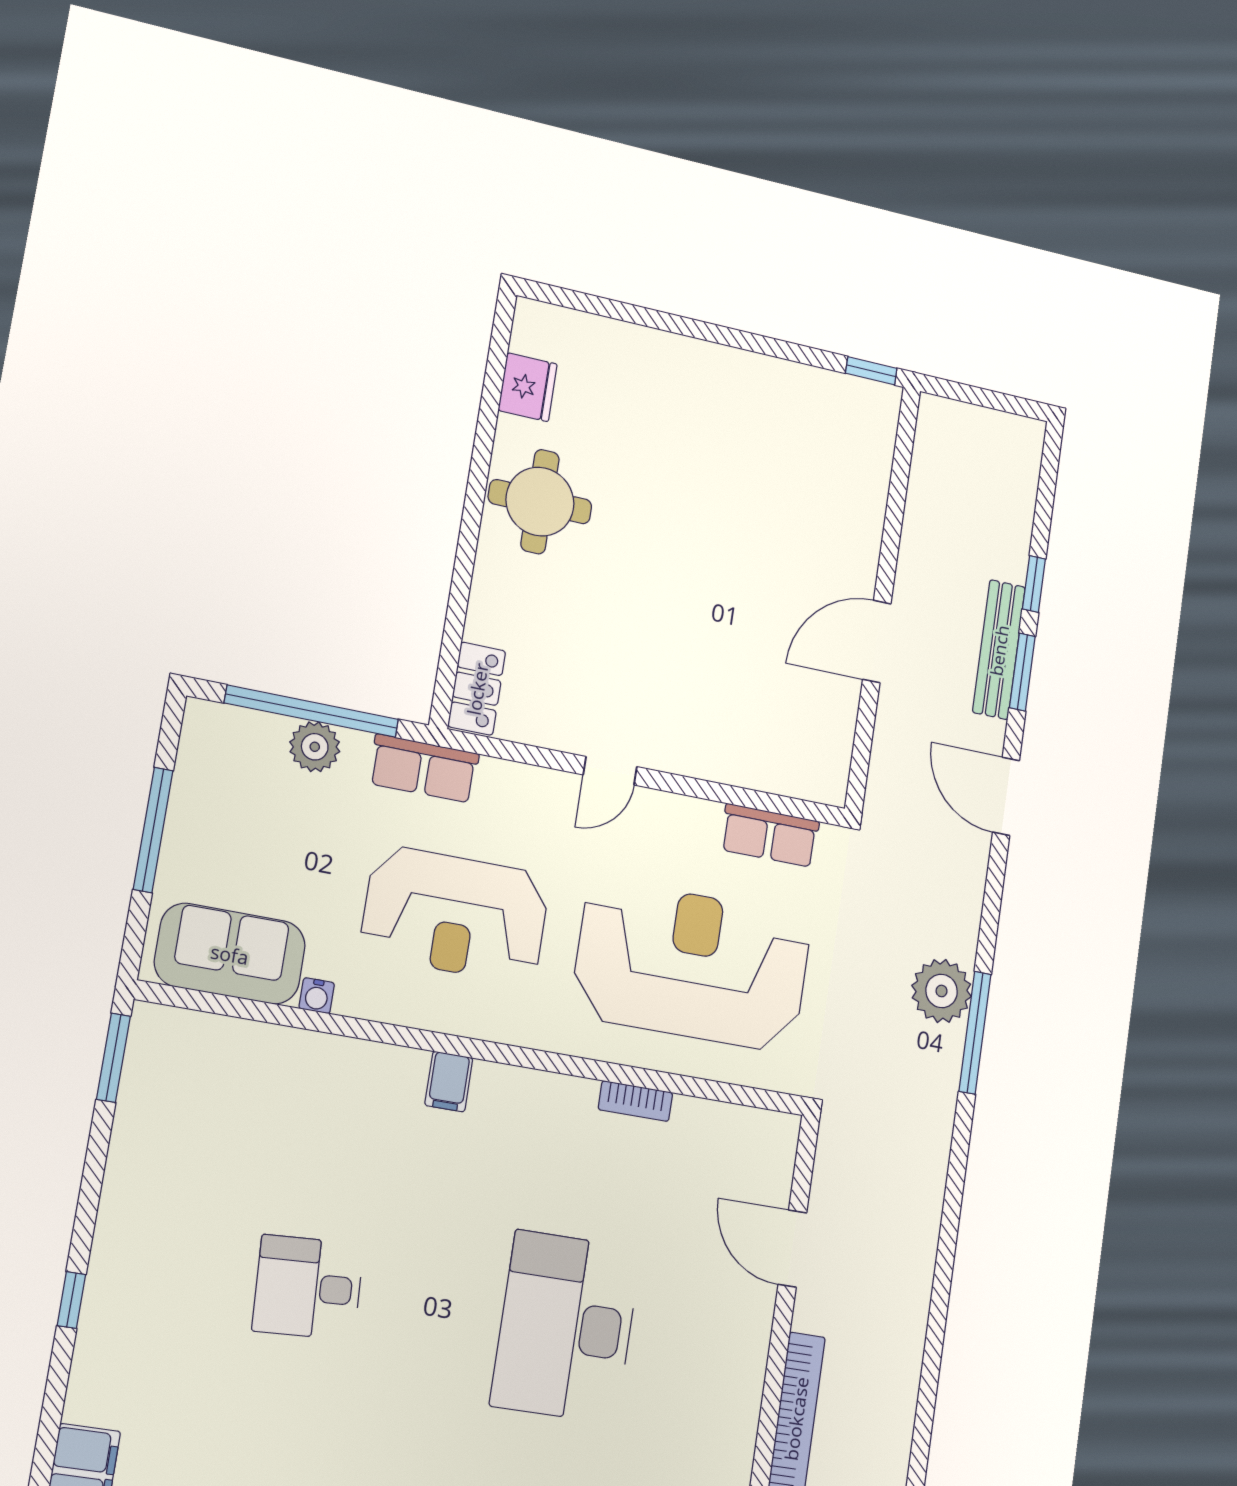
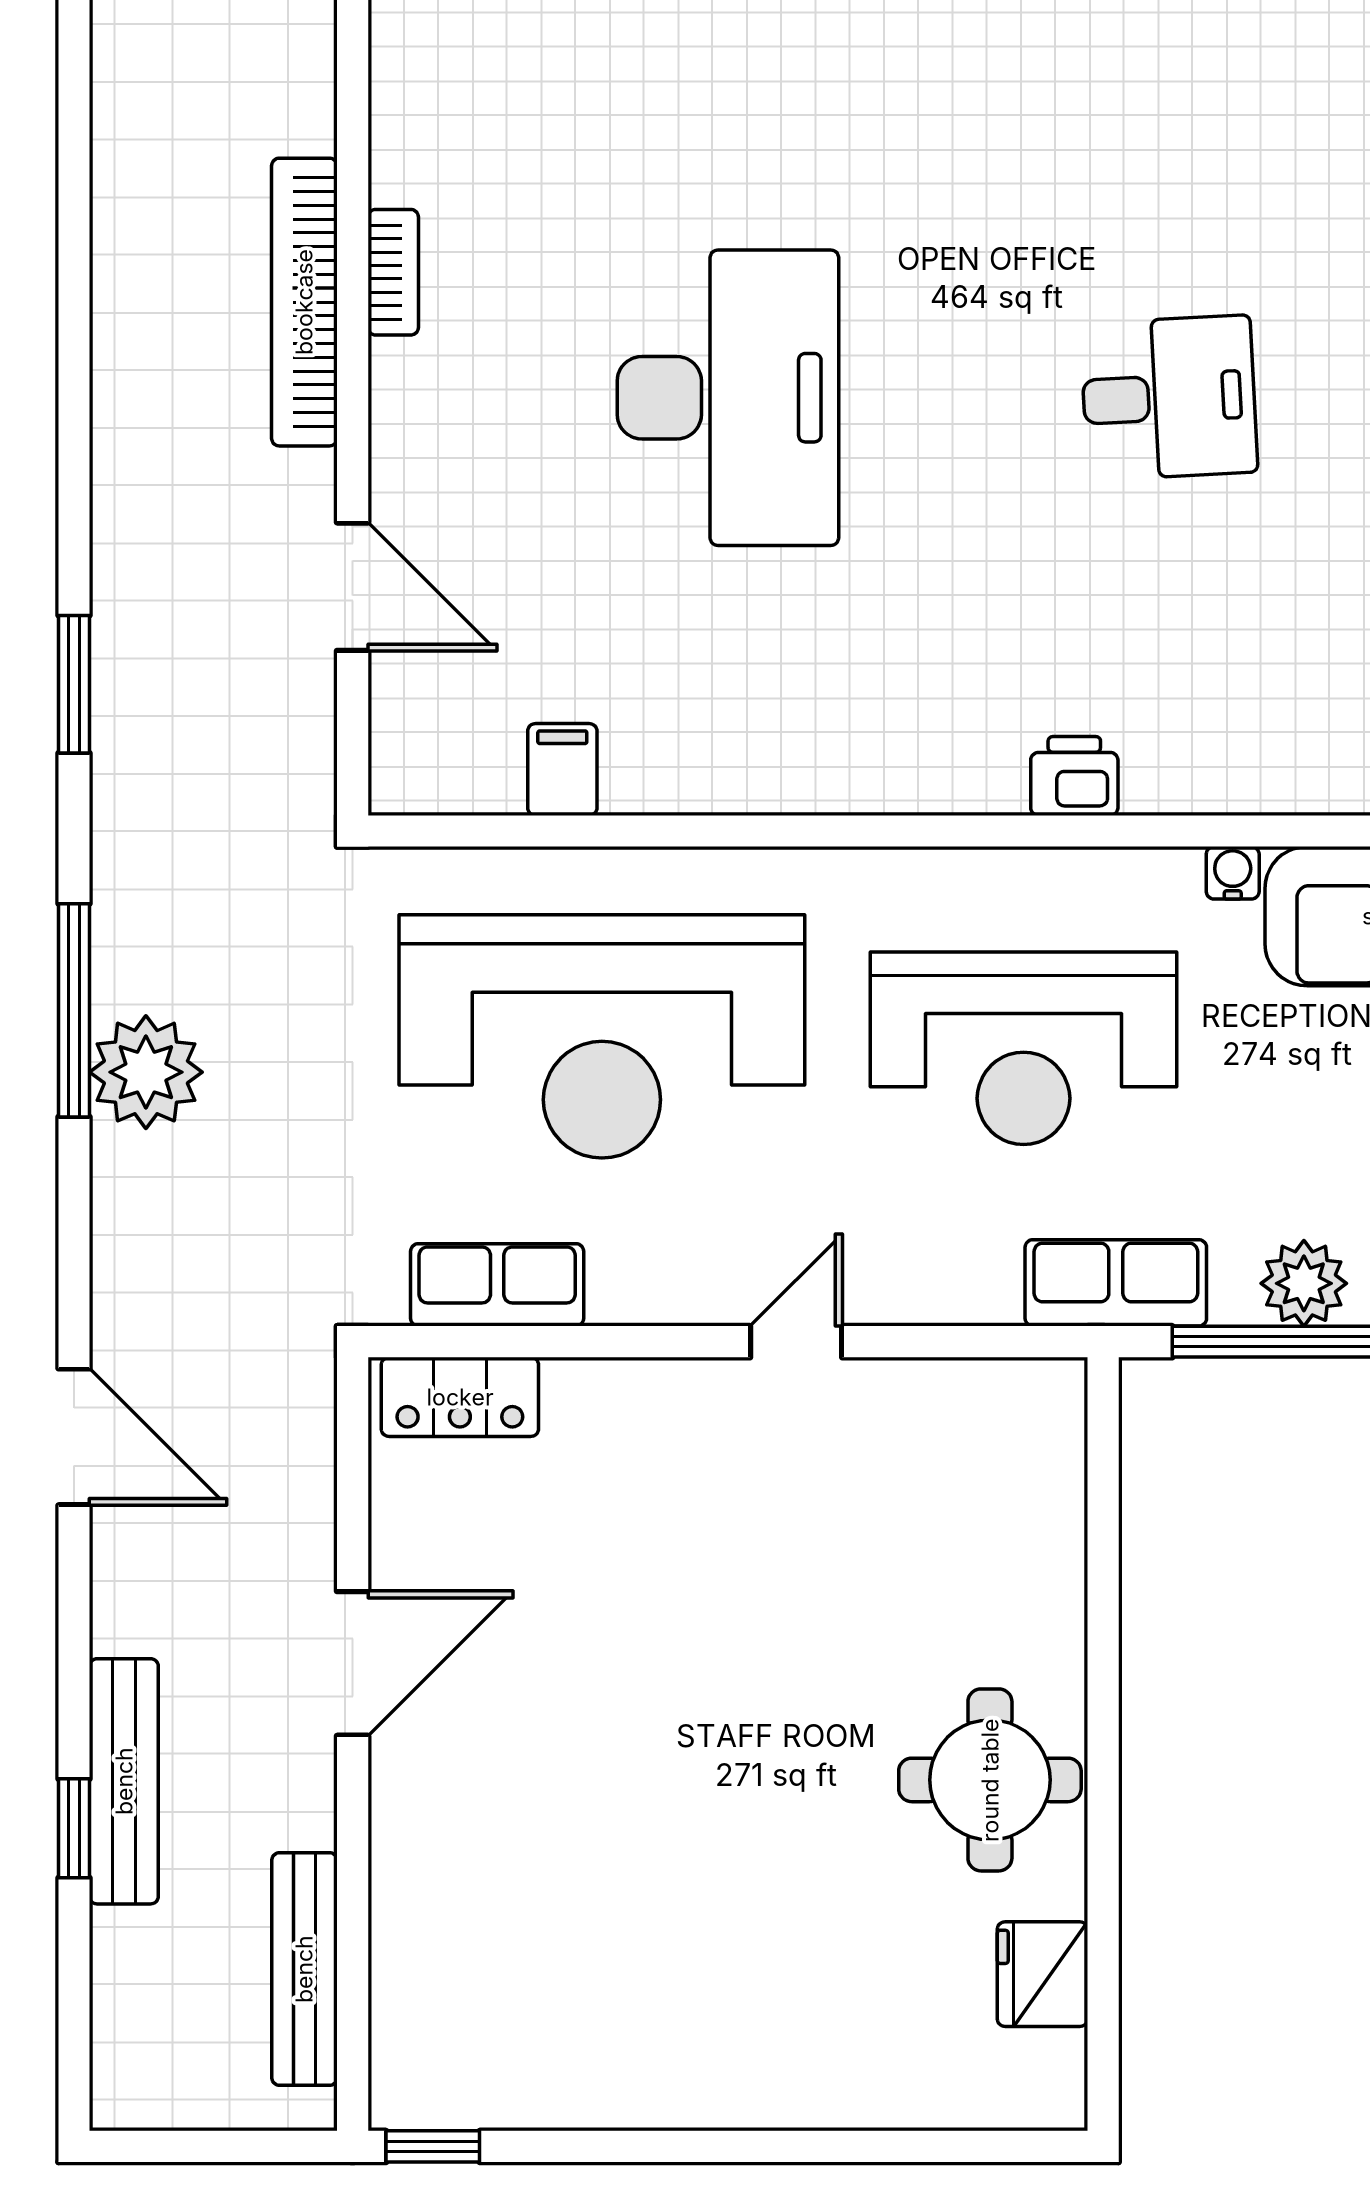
bench: (925, 482) -> (304, 1969), added
bench: (999, 650) -> (124, 1781), moved
window: (1022, 672) -> (74, 684), moved
locker: (477, 689) -> (460, 1397), moved, turned -90
reception desk: (455, 915) -> (1024, 1048), turned 180
printer: (400, 1069) -> (1074, 776), added
filing cabinet: (449, 1082) -> (562, 769), moved
bookcase: (635, 1101) -> (393, 272), moved, turned 90

